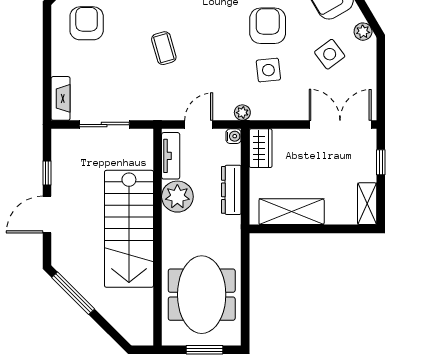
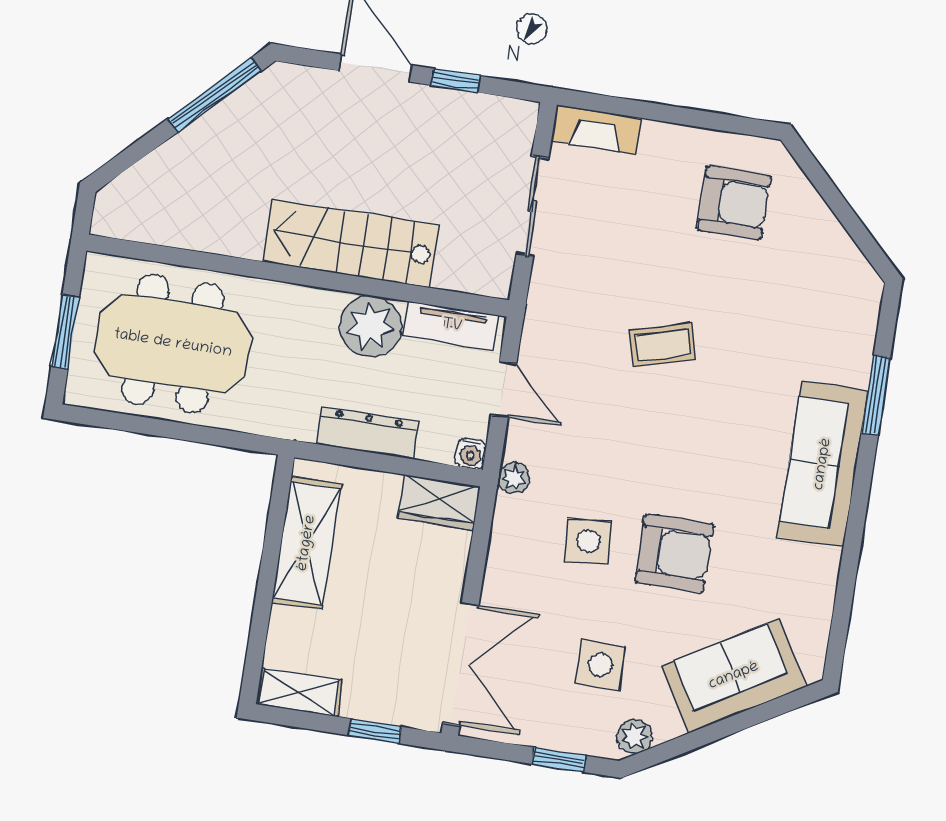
side table: (330, 54) -> (600, 665), turned 37
window: (381, 68) -> (559, 760), added
stairs: (129, 229) -> (350, 243), width x0.73, depth x0.66

